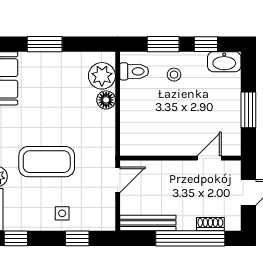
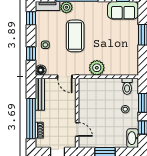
plant: (102, 76) -> (97, 68), moved
floor lamp: (106, 100) -> (41, 70), moved

